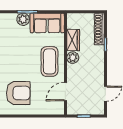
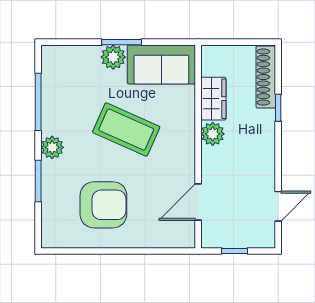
coffee table: (50, 61) -> (126, 130), moved, turned -66

